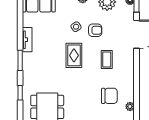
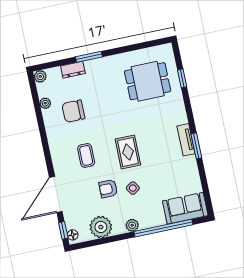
tv unit: (27, 40) -> (186, 140), moved
window: (20, 60) -> (196, 146), moved
window: (20, 93) -> (182, 78), moved

